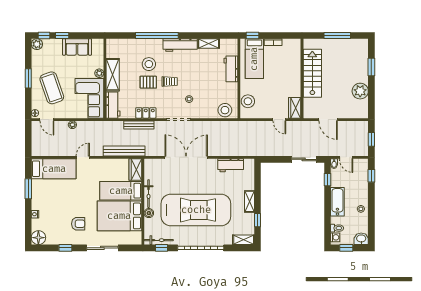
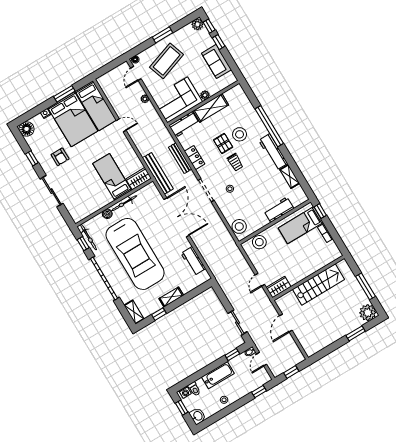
plant: (360, 91) -> (368, 313), moved
bench: (124, 151) -> (158, 173), moved
bed: (119, 216) -> (73, 119), moved, turned 180

